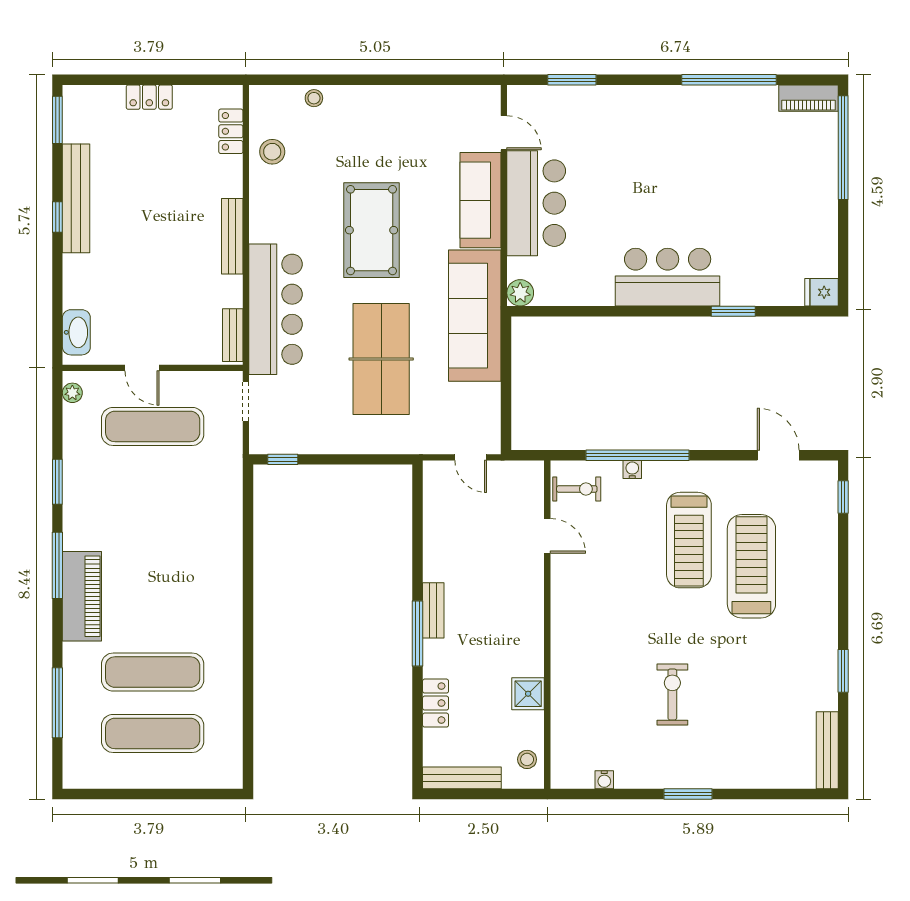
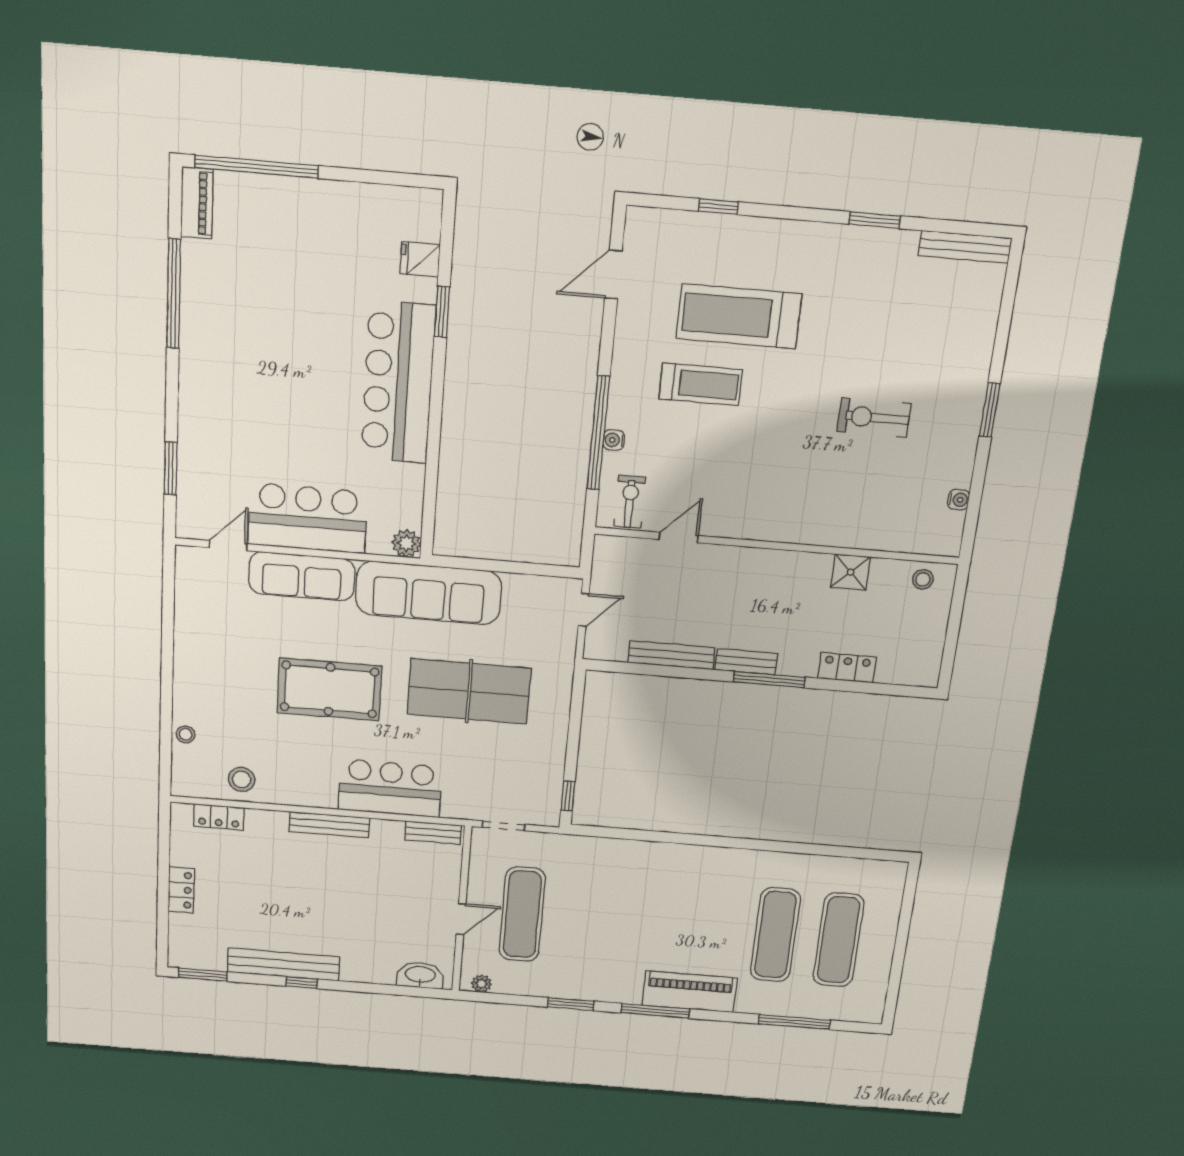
bar counter: (668, 277) -> (398, 383), width x1.36
fridge: (821, 292) -> (420, 259), moved, turned 90
bar counter: (276, 309) -> (390, 788), width x0.73
window: (843, 497) -> (718, 207), moved
treadmill: (689, 540) -> (701, 384), width x0.73, depth x0.73
bench: (462, 778) -> (671, 655), moved, turned 90

